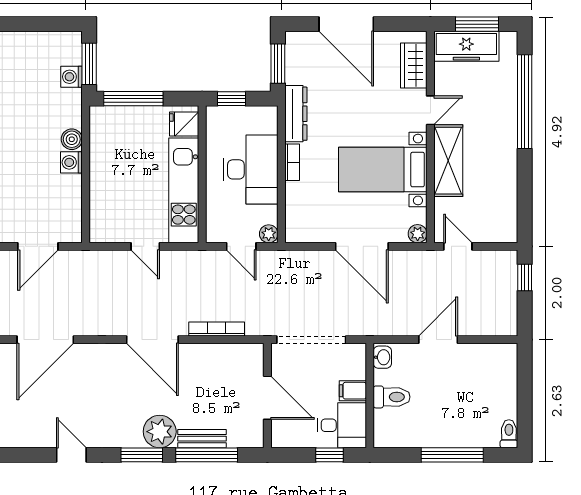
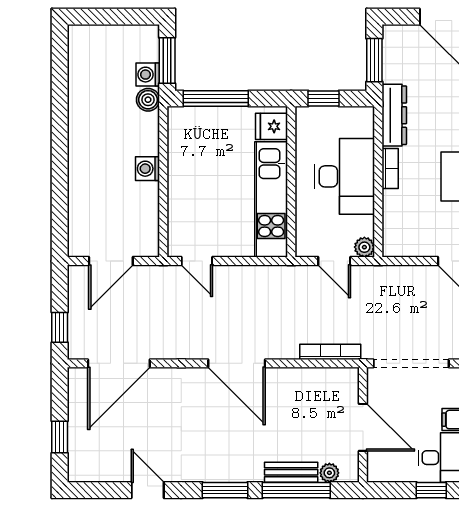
boiler: (72, 139) -> (148, 100), moved
door: (145, 246) -> (197, 261), moved
bookcase: (217, 329) -> (330, 352), moved
plant: (160, 432) -> (329, 473), moved, width x0.53, depth x0.53

